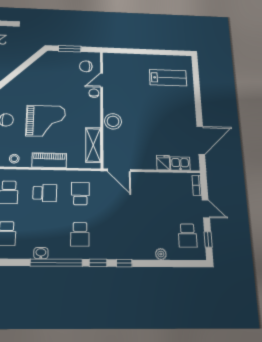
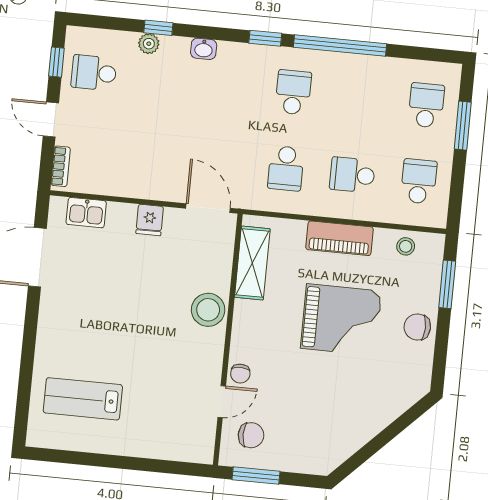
window: (70, 49) -> (256, 476), moved
grand piano: (46, 121) -> (341, 320), turned 180
fridge: (163, 163) -> (150, 220), moved
school desk: (188, 236) -> (94, 73), turned -90
washbasin: (41, 253) -> (204, 49), moved
window: (124, 263) -> (158, 28), moved

